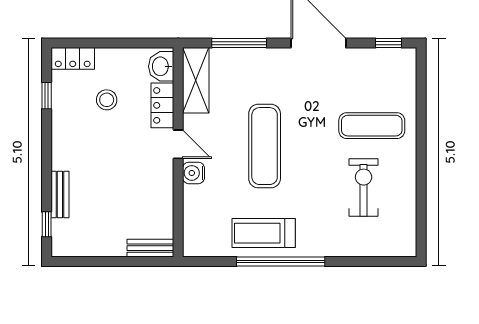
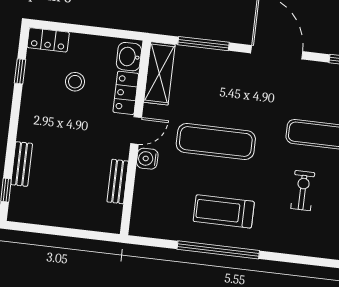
door: (178, 144) -> (136, 130), hinge flipped
exercise mat: (265, 146) -> (216, 142), turned 90
exercise bike: (364, 187) -> (303, 190), width x0.73, depth x0.72
treadmill: (264, 233) -> (224, 211), moved
bench: (150, 248) -> (118, 181), moved, turned 90

